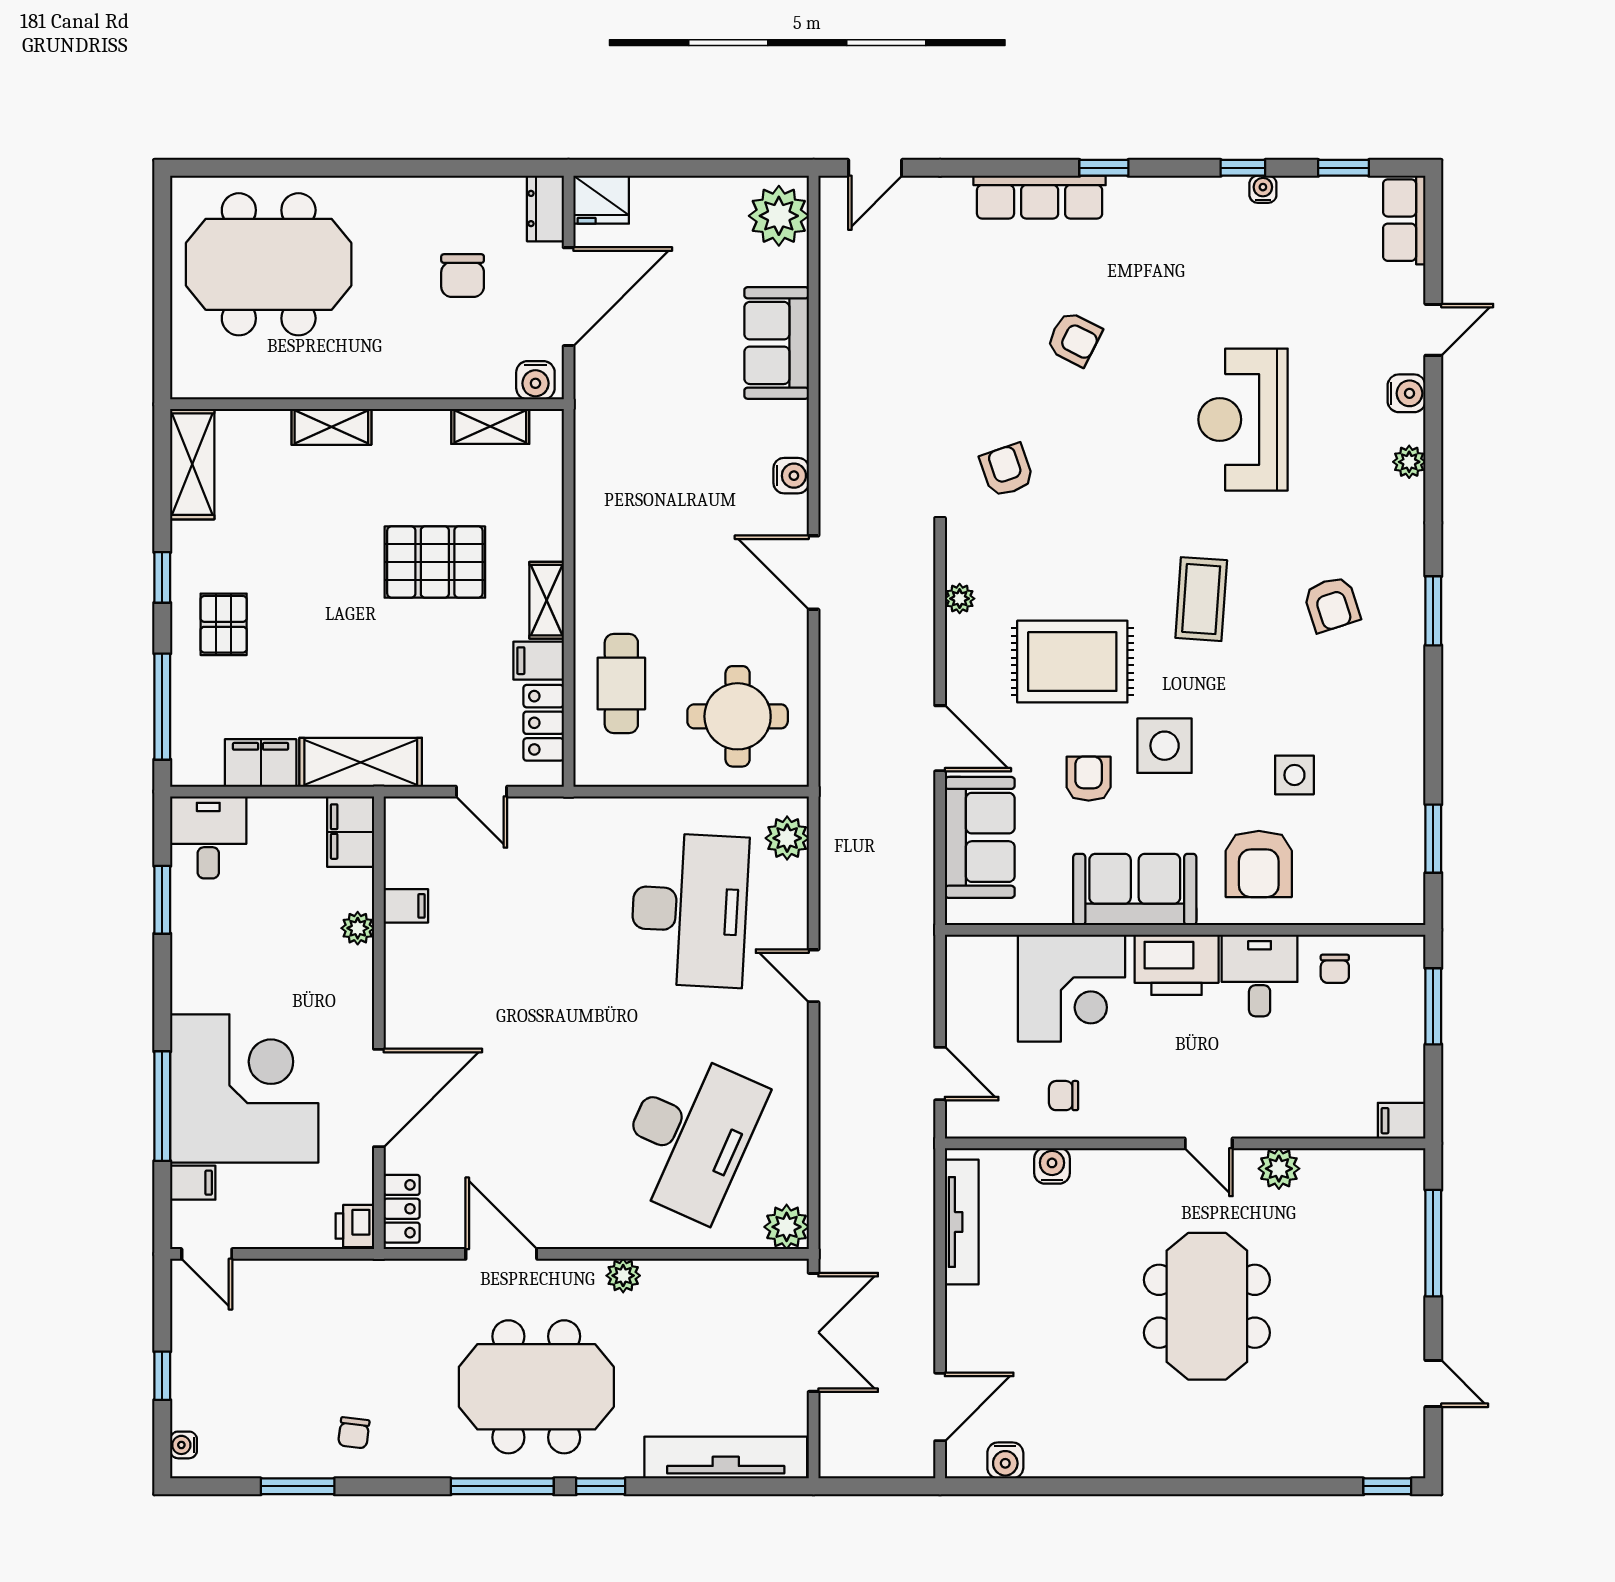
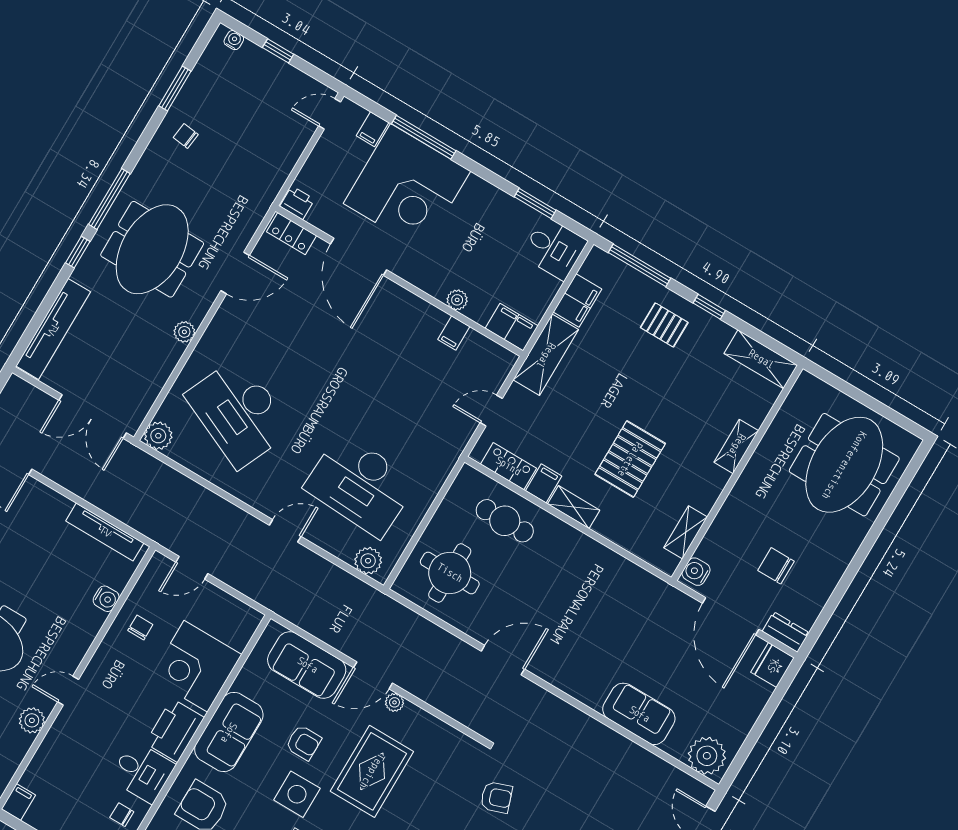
water cooler: (791, 476) -> (563, 679), removed
plant: (960, 599) -> (394, 702), moved

